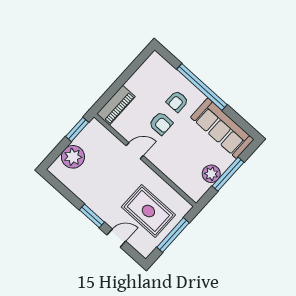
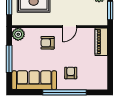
armchair: (161, 123) -> (48, 43), moved
plant: (211, 174) -> (18, 34), moved

